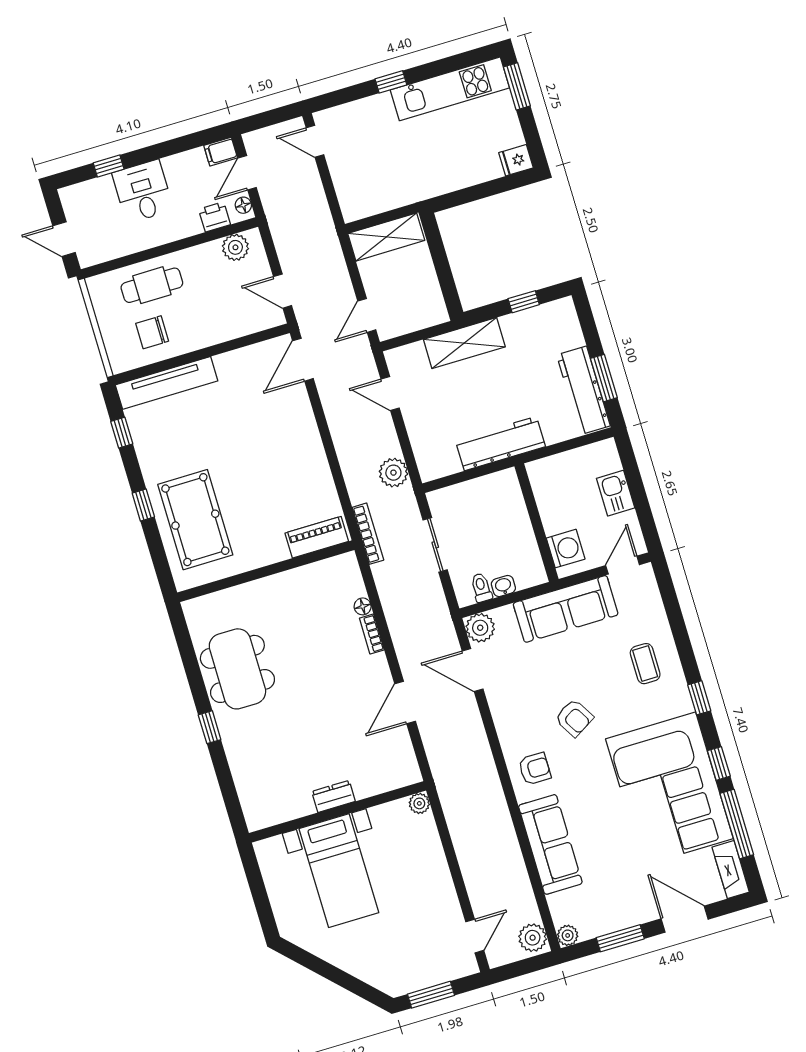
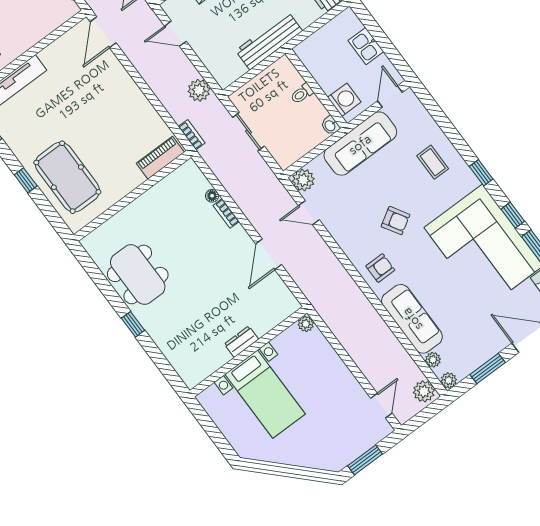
bookcase: (368, 534) -> (192, 135), width x0.64
washbasin: (503, 586) -> (330, 126), moved, turned -90
toilet: (481, 588) -> (302, 94), moved, turned -90
door: (473, 670) -> (309, 213), width x0.73
plant: (558, 903) -> (433, 360), added

